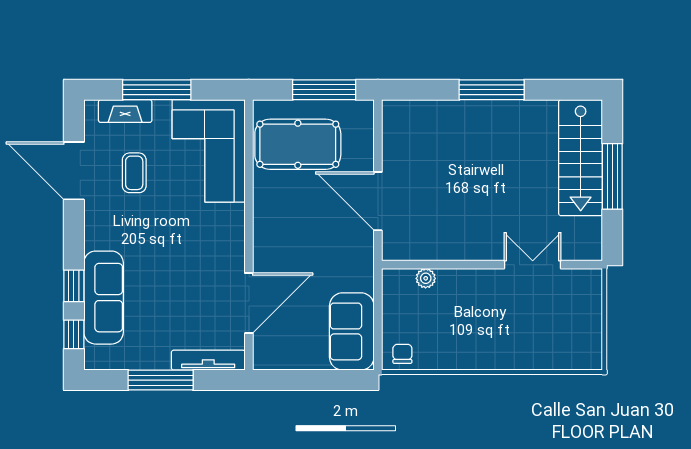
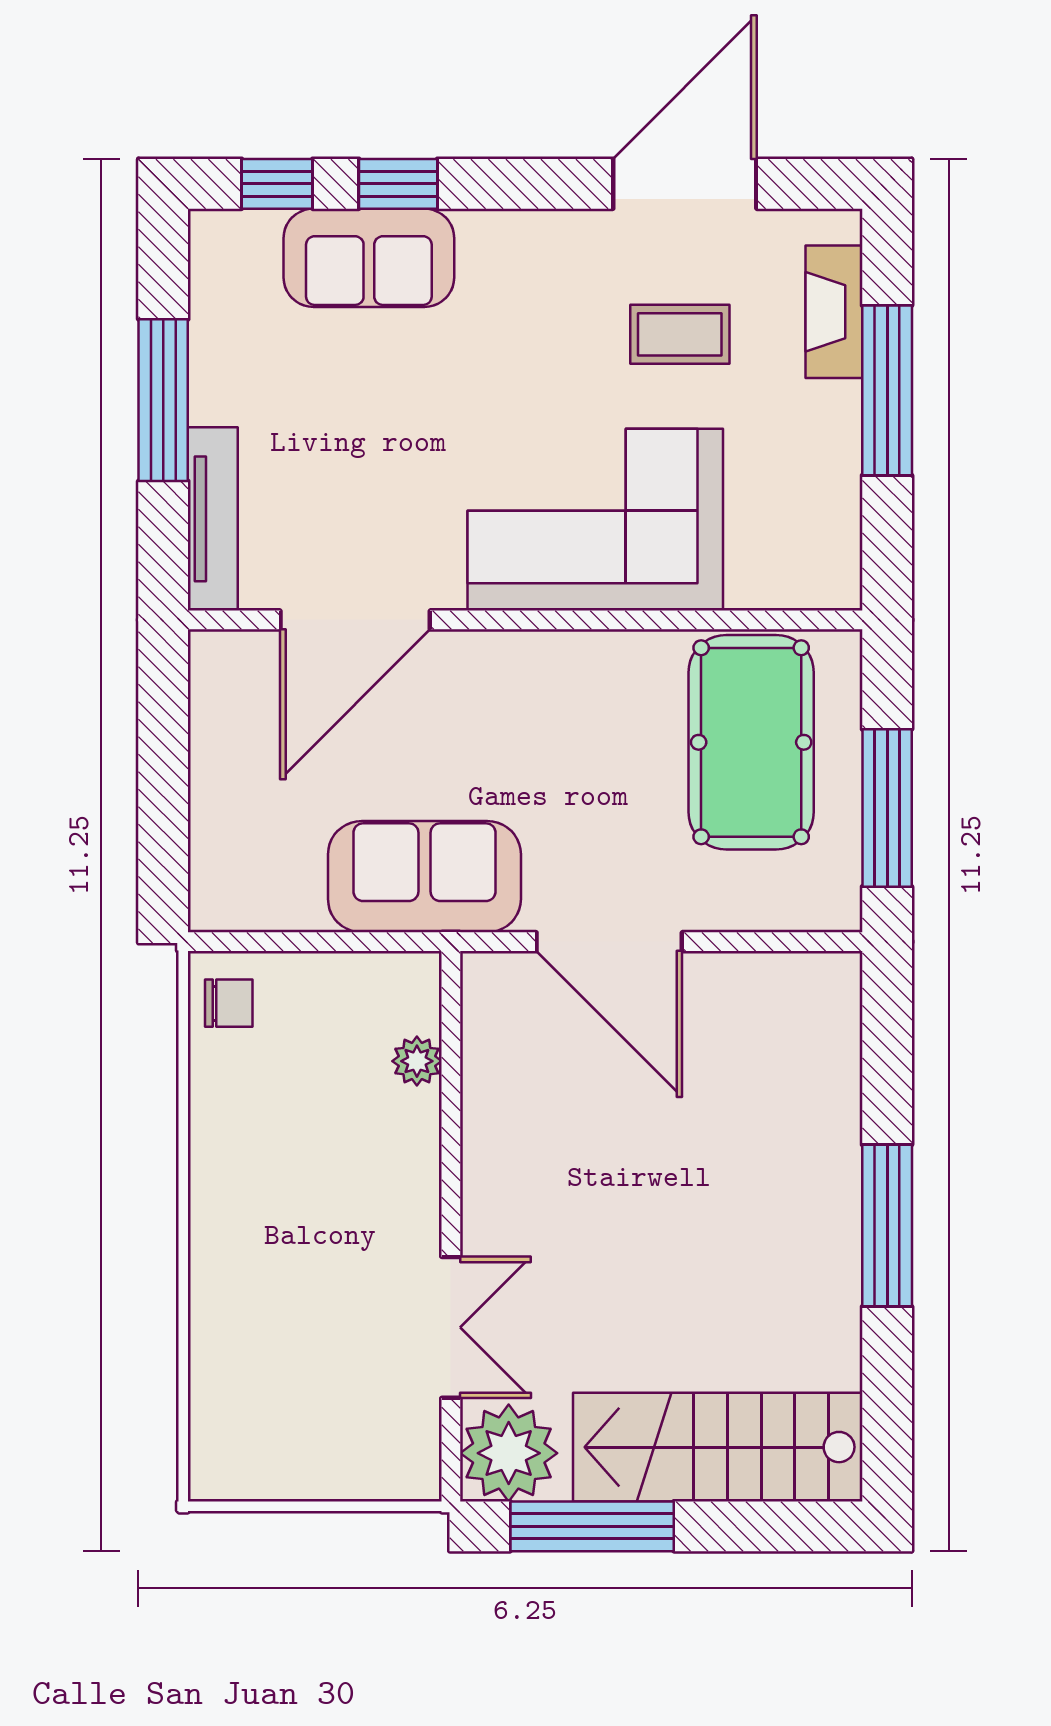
corner sofa: (209, 151) -> (595, 520), moved
window: (612, 176) -> (592, 1526), moved
door: (378, 201) -> (609, 942), swing flipped
plant: (583, 241) -> (509, 1453), added
sofa: (104, 298) -> (369, 258), width x0.73
door: (249, 303) -> (355, 620), hinge flipped
sofa: (352, 331) -> (424, 877), moved

